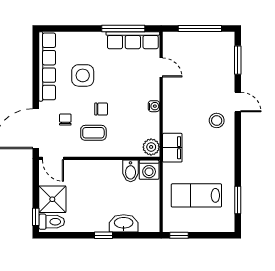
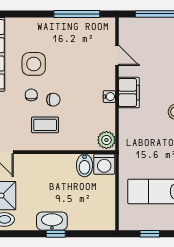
row of seats: (133, 40) -> (87, 26), removed
chair: (65, 119) -> (31, 95), moved
filing cabinet: (172, 148) -> (129, 93), moved
washbasin: (124, 223) -> (52, 221), moved
window: (179, 235) -> (150, 234), moved

